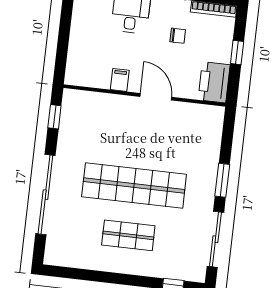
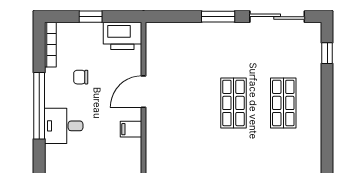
chair: (178, 36) -> (81, 77), turned -90
shop shelf: (134, 185) -> (233, 103), width x0.50, depth x0.74

